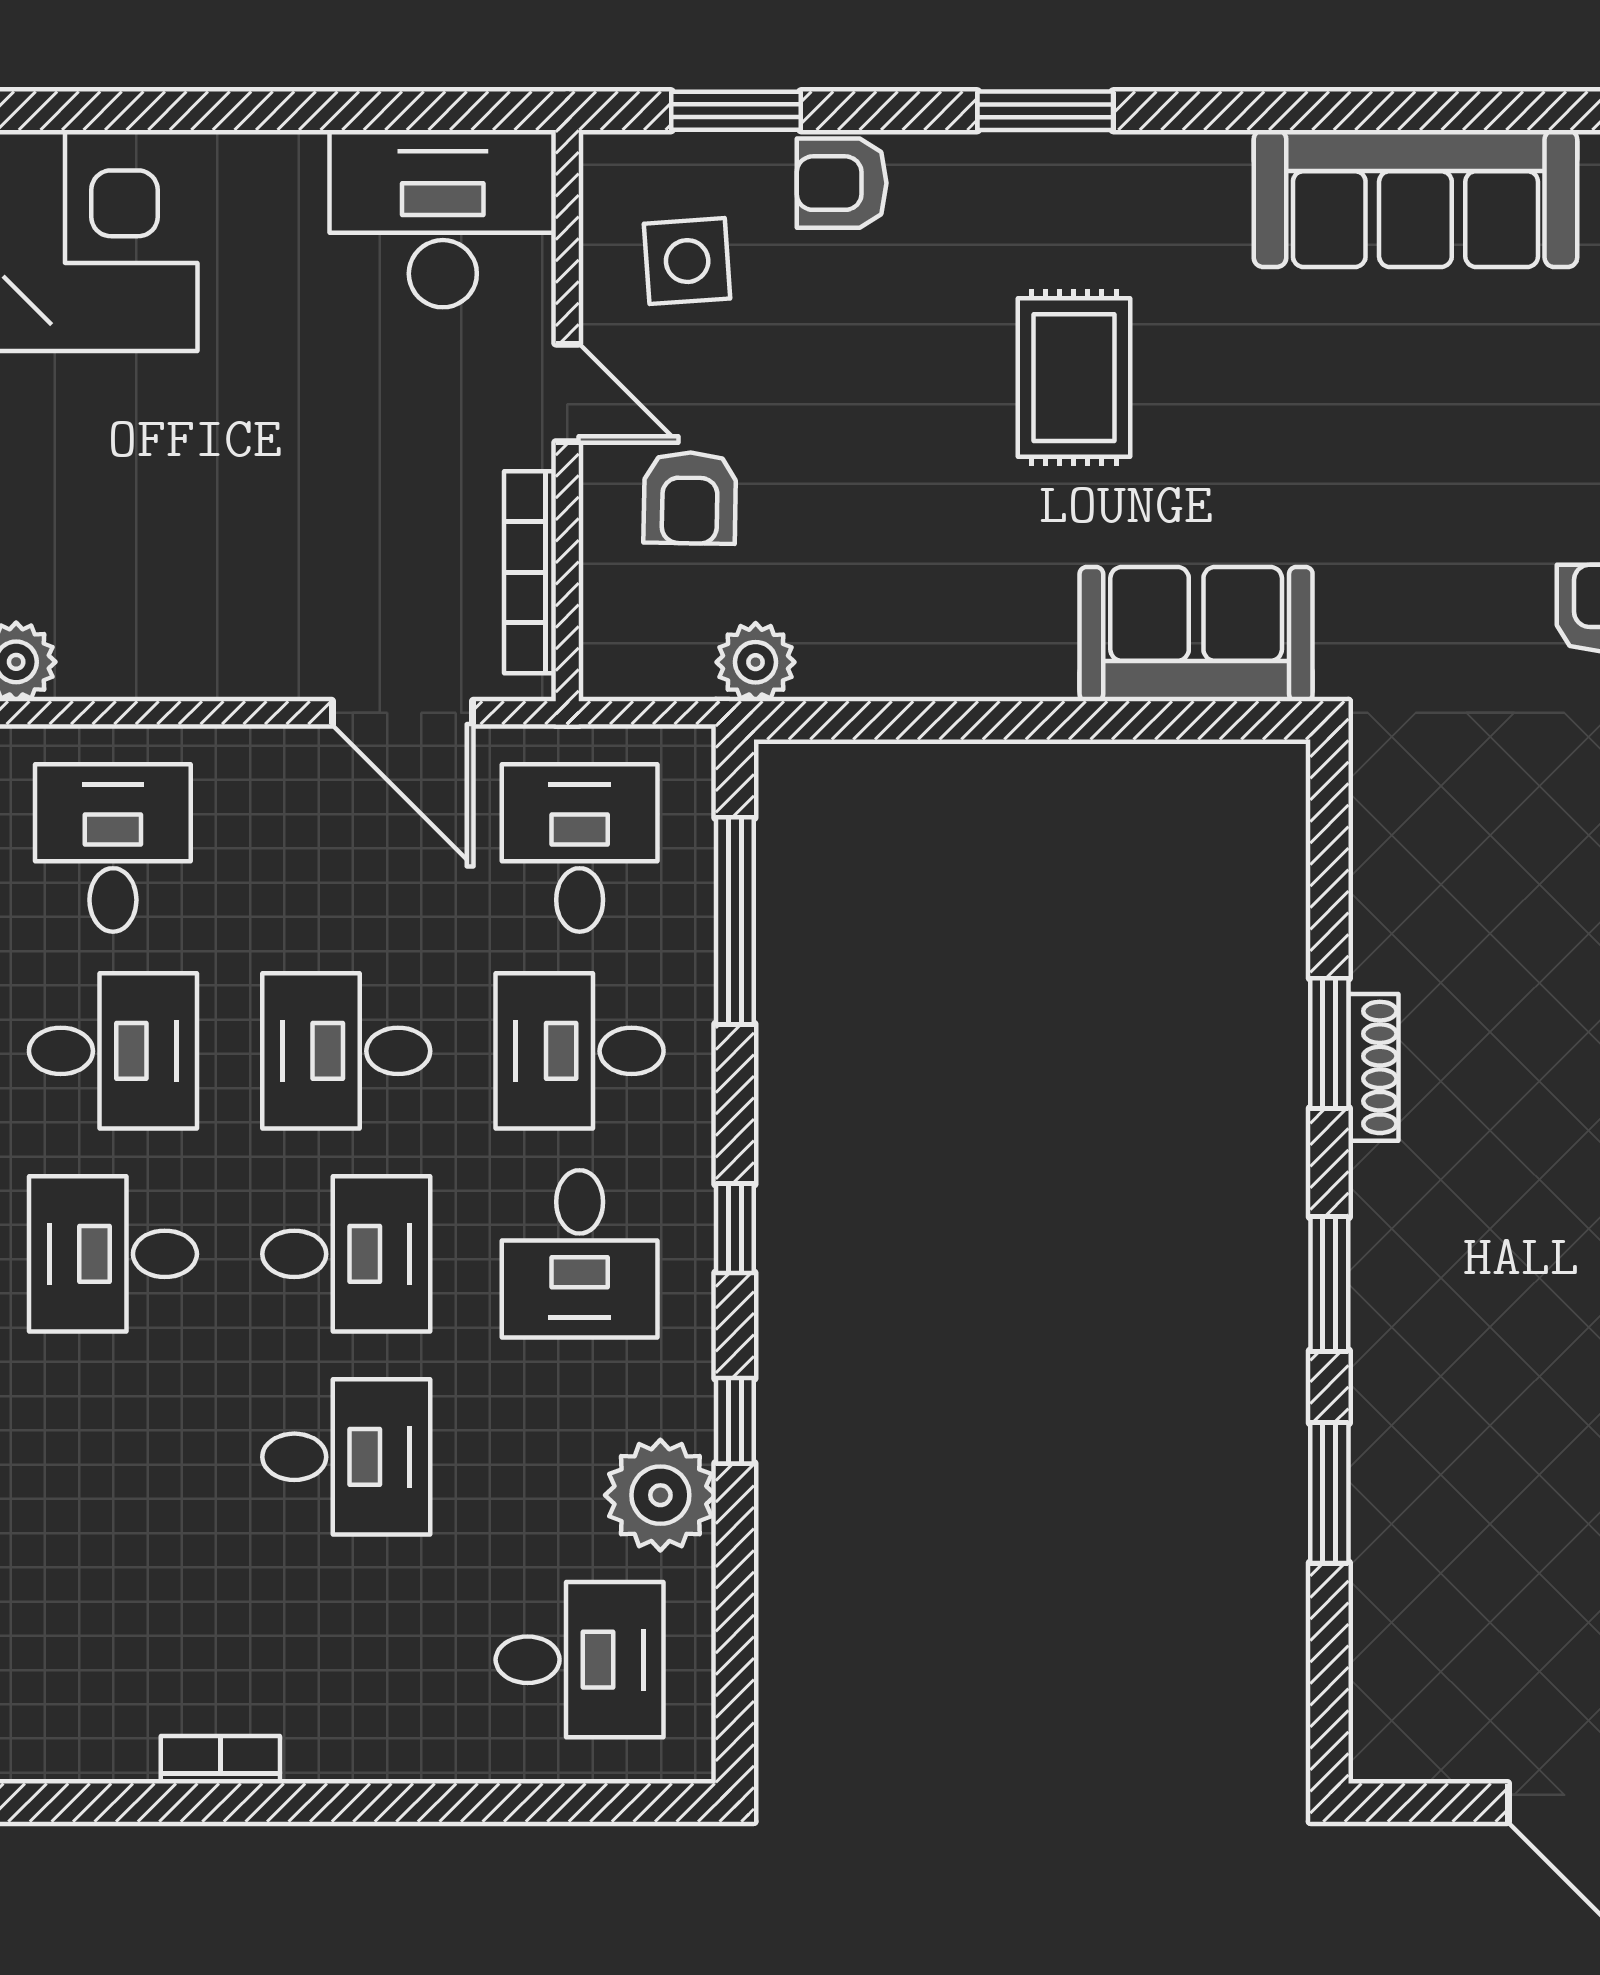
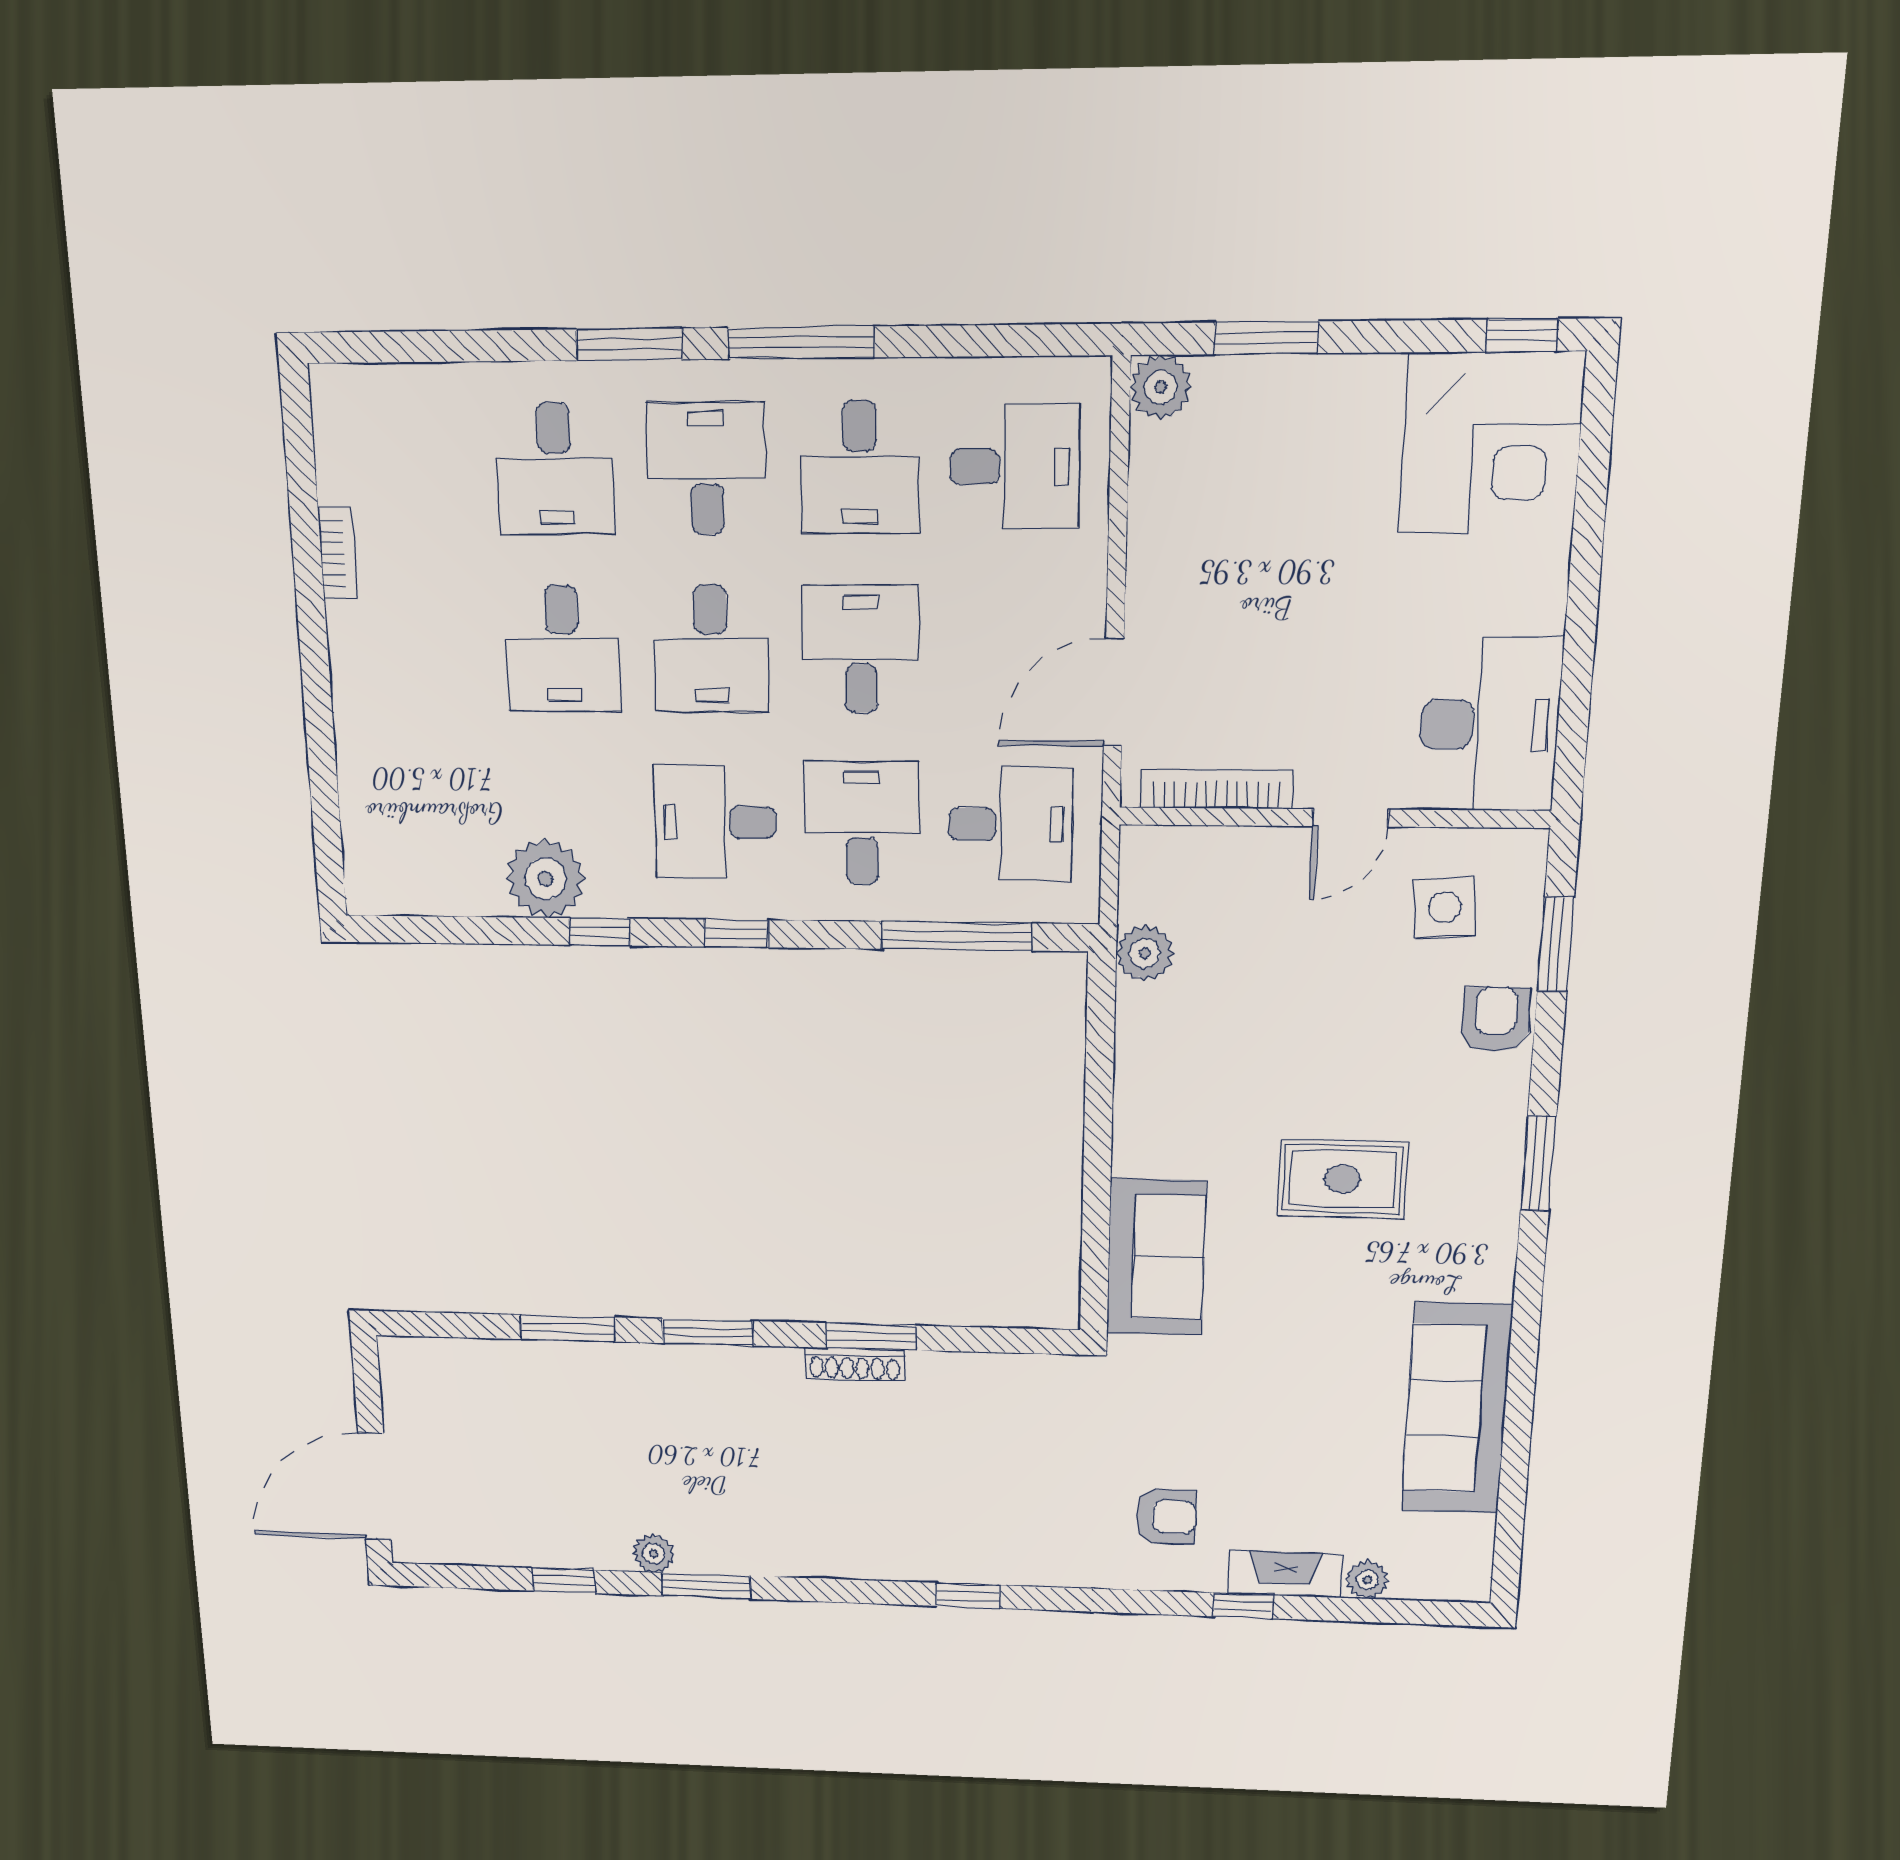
armchair: (690, 498) -> (1268, 907), removed
desk: (580, 1660) -> (555, 469), moved

